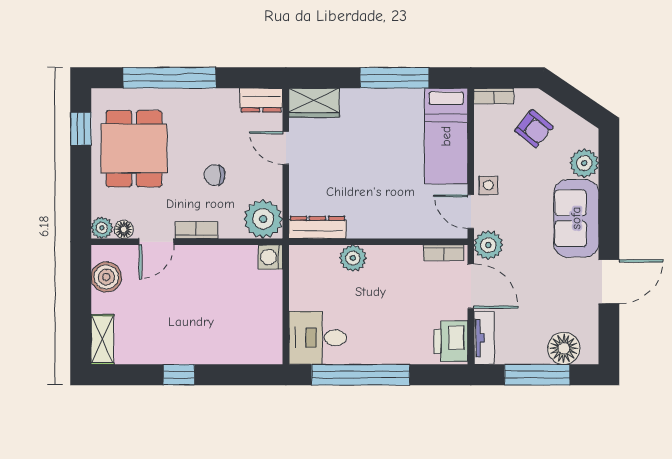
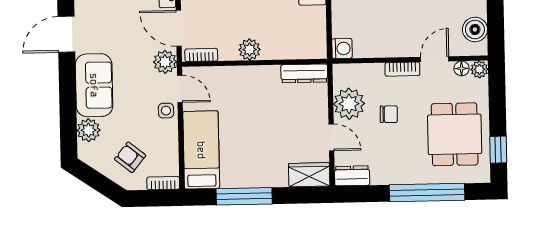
plant: (263, 219) -> (349, 104), moved
plant: (353, 258) -> (249, 50), moved

